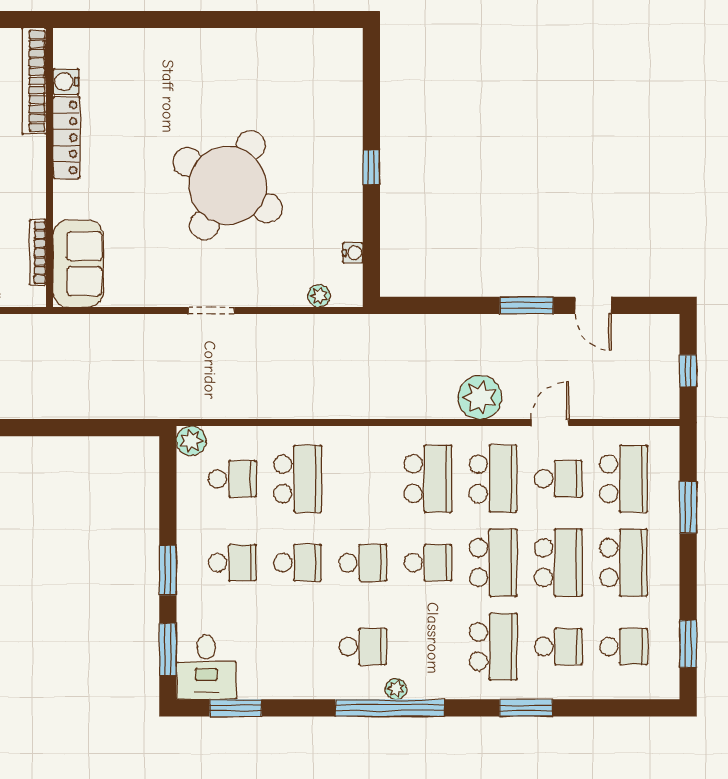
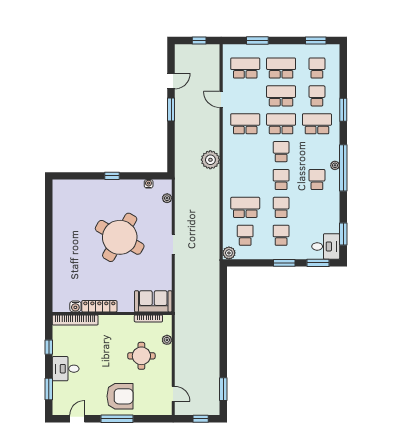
plant: (480, 397) -> (210, 160), moved
school desk: (428, 479) -> (245, 152), removed
school desk: (558, 479) -> (245, 96), removed

